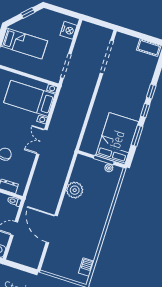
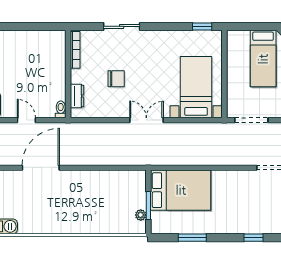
window: (145, 111) -> (227, 238), removed
bed: (117, 139) -> (181, 190), moved
plant: (75, 190) -> (99, 181), removed

